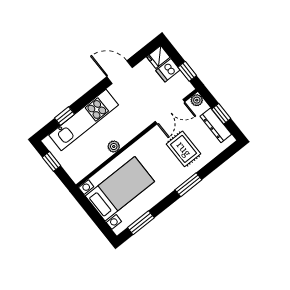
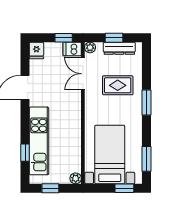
dishwasher: (168, 70) -> (72, 49), moved, turned 90
double door: (170, 112) -> (83, 74), swing flipped
plant: (114, 147) -> (76, 178), moved
window: (101, 224) -> (124, 188), added

